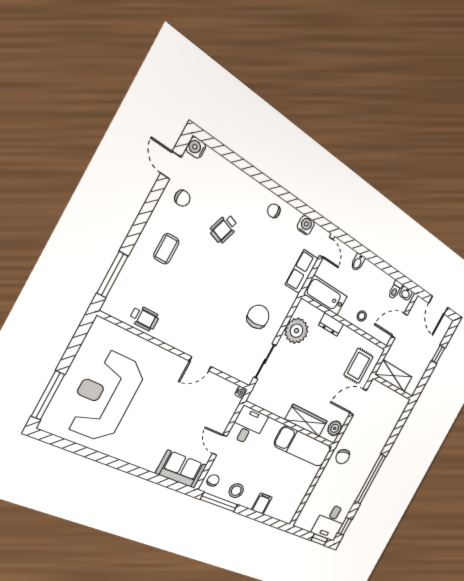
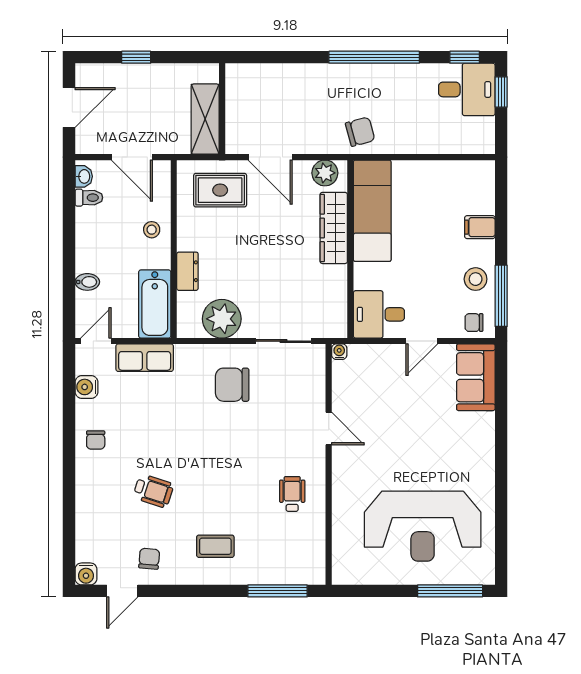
wheelchair: (144, 318) -> (292, 494), moved

